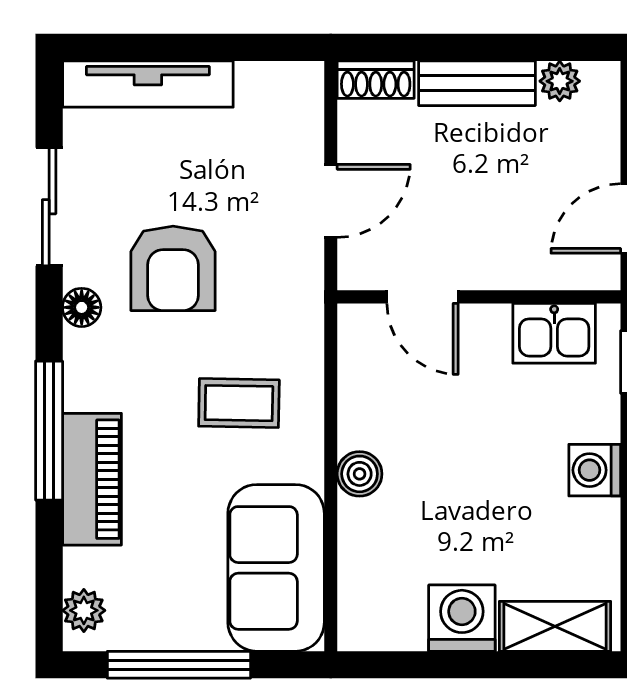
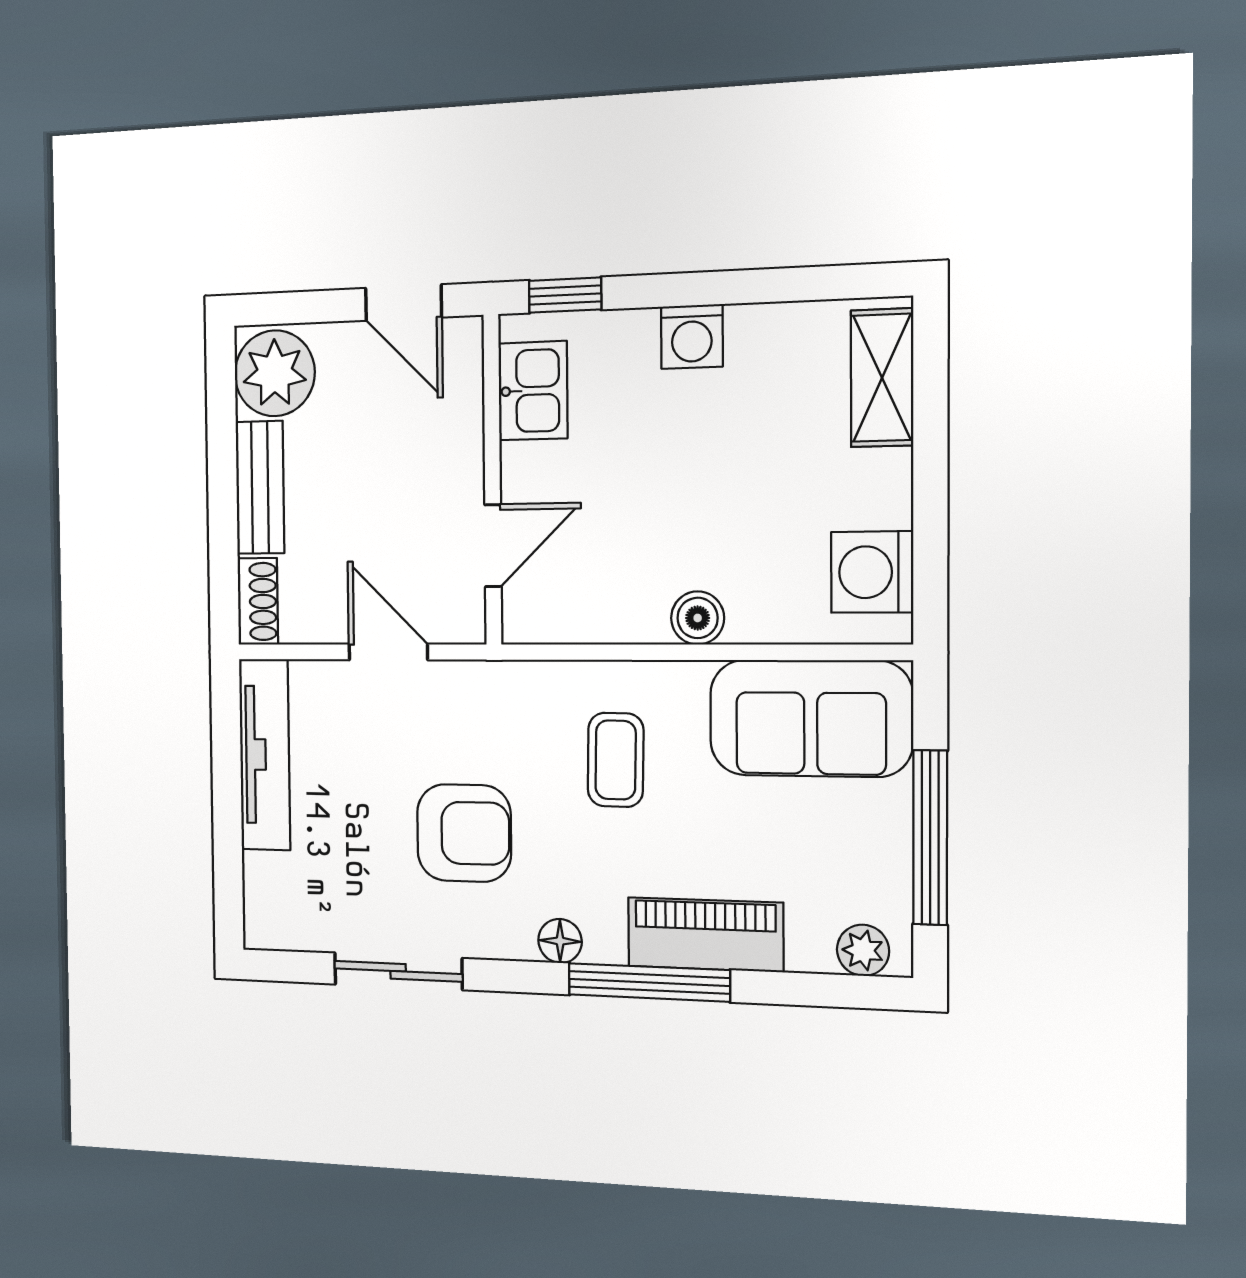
plant: (560, 81) -> (275, 373), width x1.87, depth x1.87
tv unit: (148, 84) -> (265, 755), moved
floor lamp: (82, 307) -> (560, 941), moved
washing machine: (462, 618) -> (872, 572), moved

